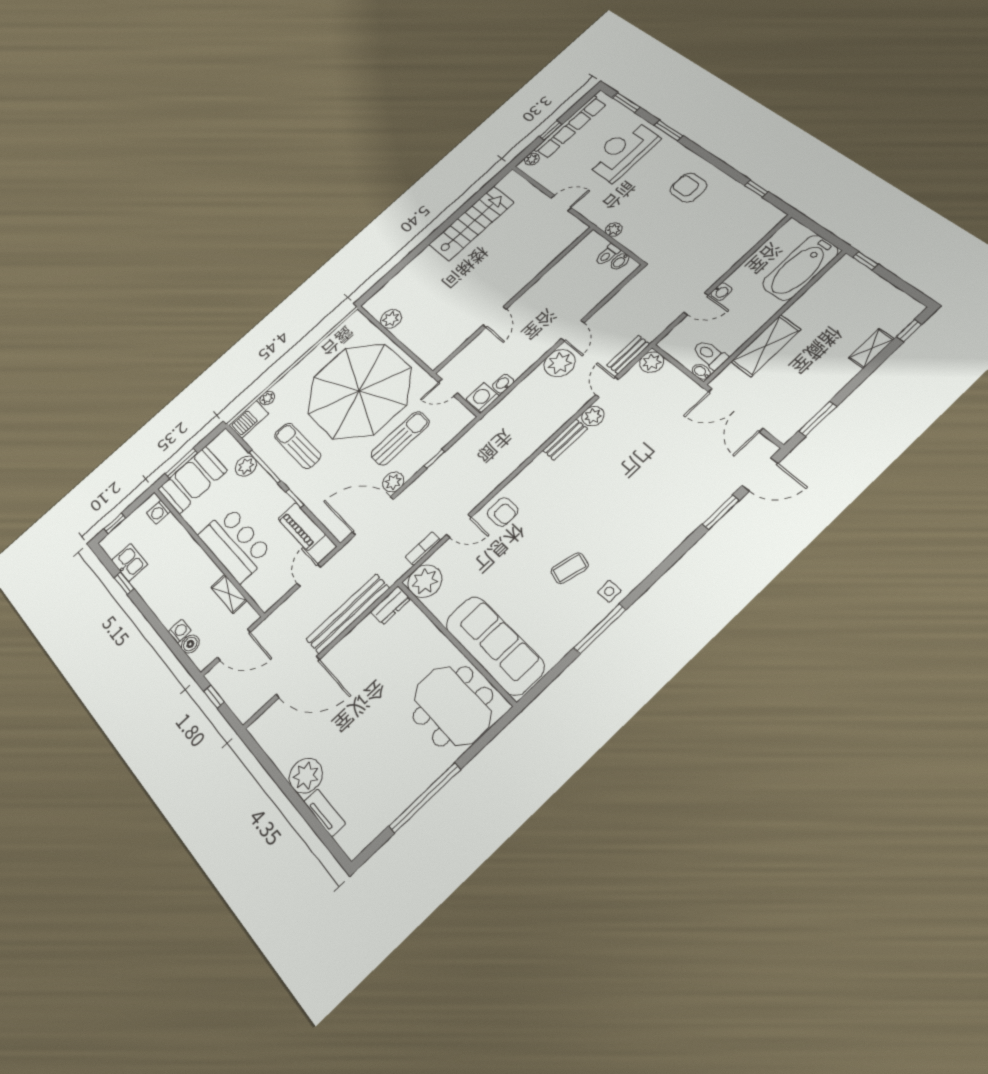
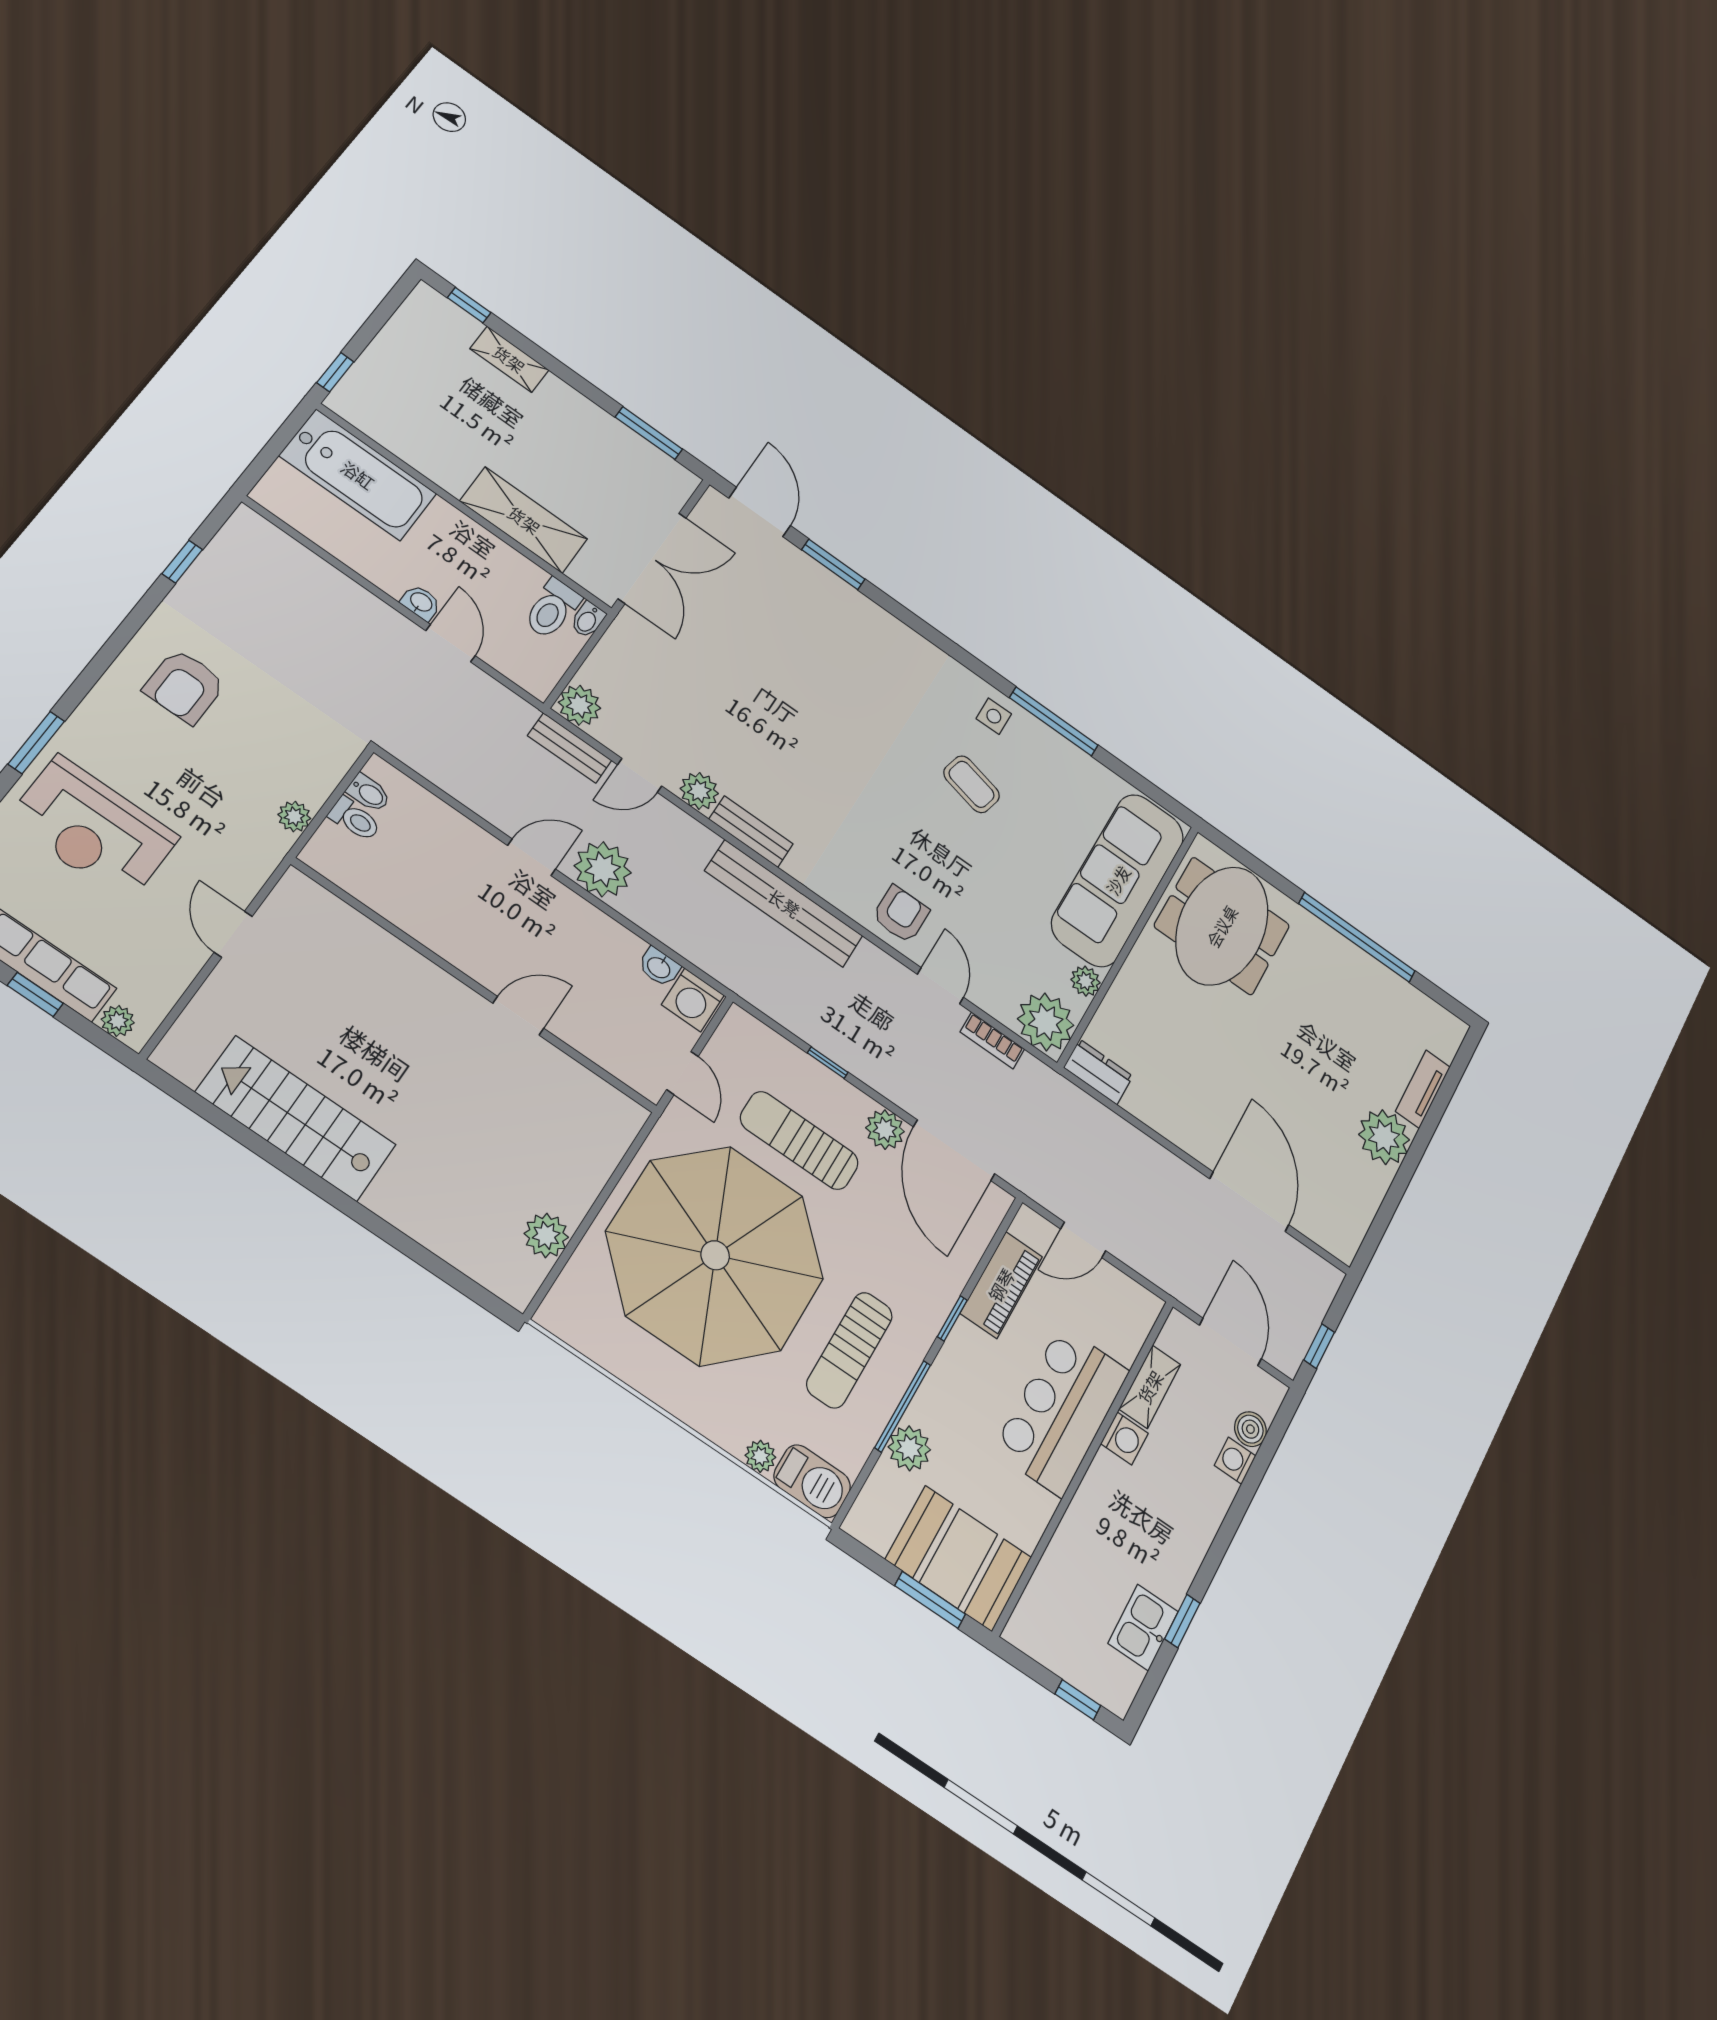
washing machine: (159, 512) -> (1124, 1438), moved
plant: (441, 610) -> (1086, 981), added
bench: (348, 614) -> (784, 903), moved

